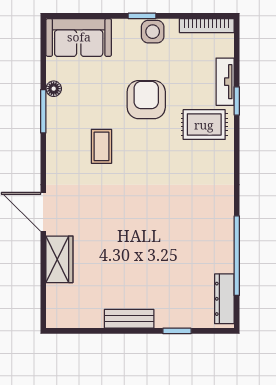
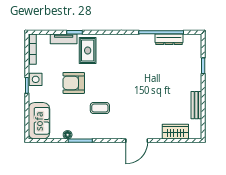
wardrobe: (59, 259) -> (175, 132), moved
dresser: (224, 299) -> (169, 39), moved
bench: (129, 319) -> (196, 105), moved

